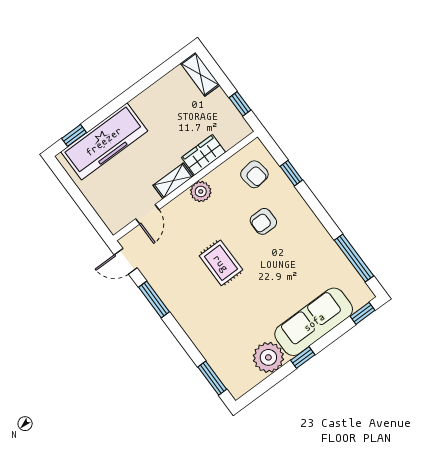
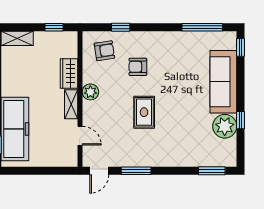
armchair: (263, 221) -> (138, 67), turned 90
rug: (221, 263) -> (144, 112), turned 90
window: (303, 357) -> (241, 120), moved

